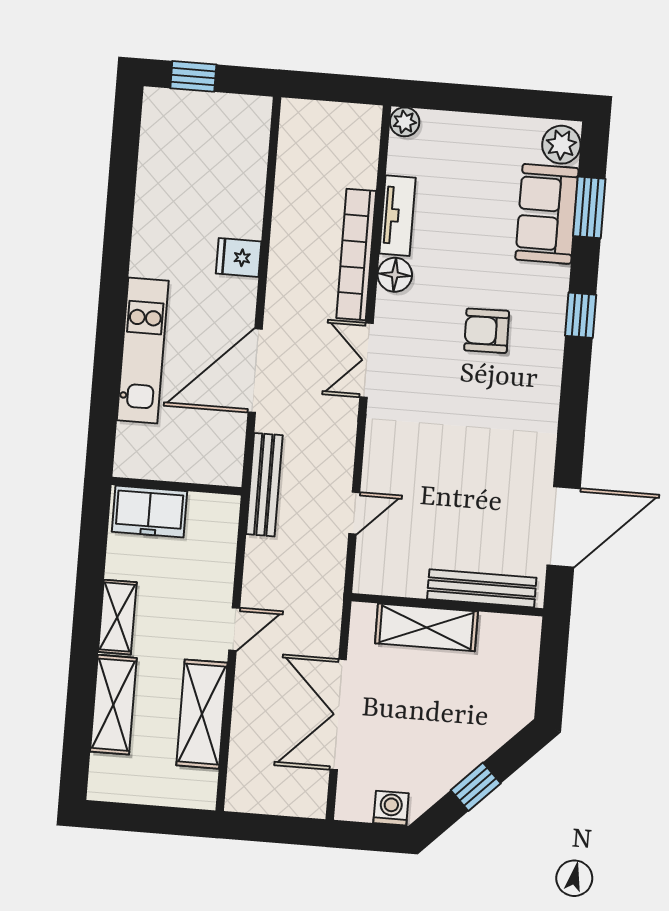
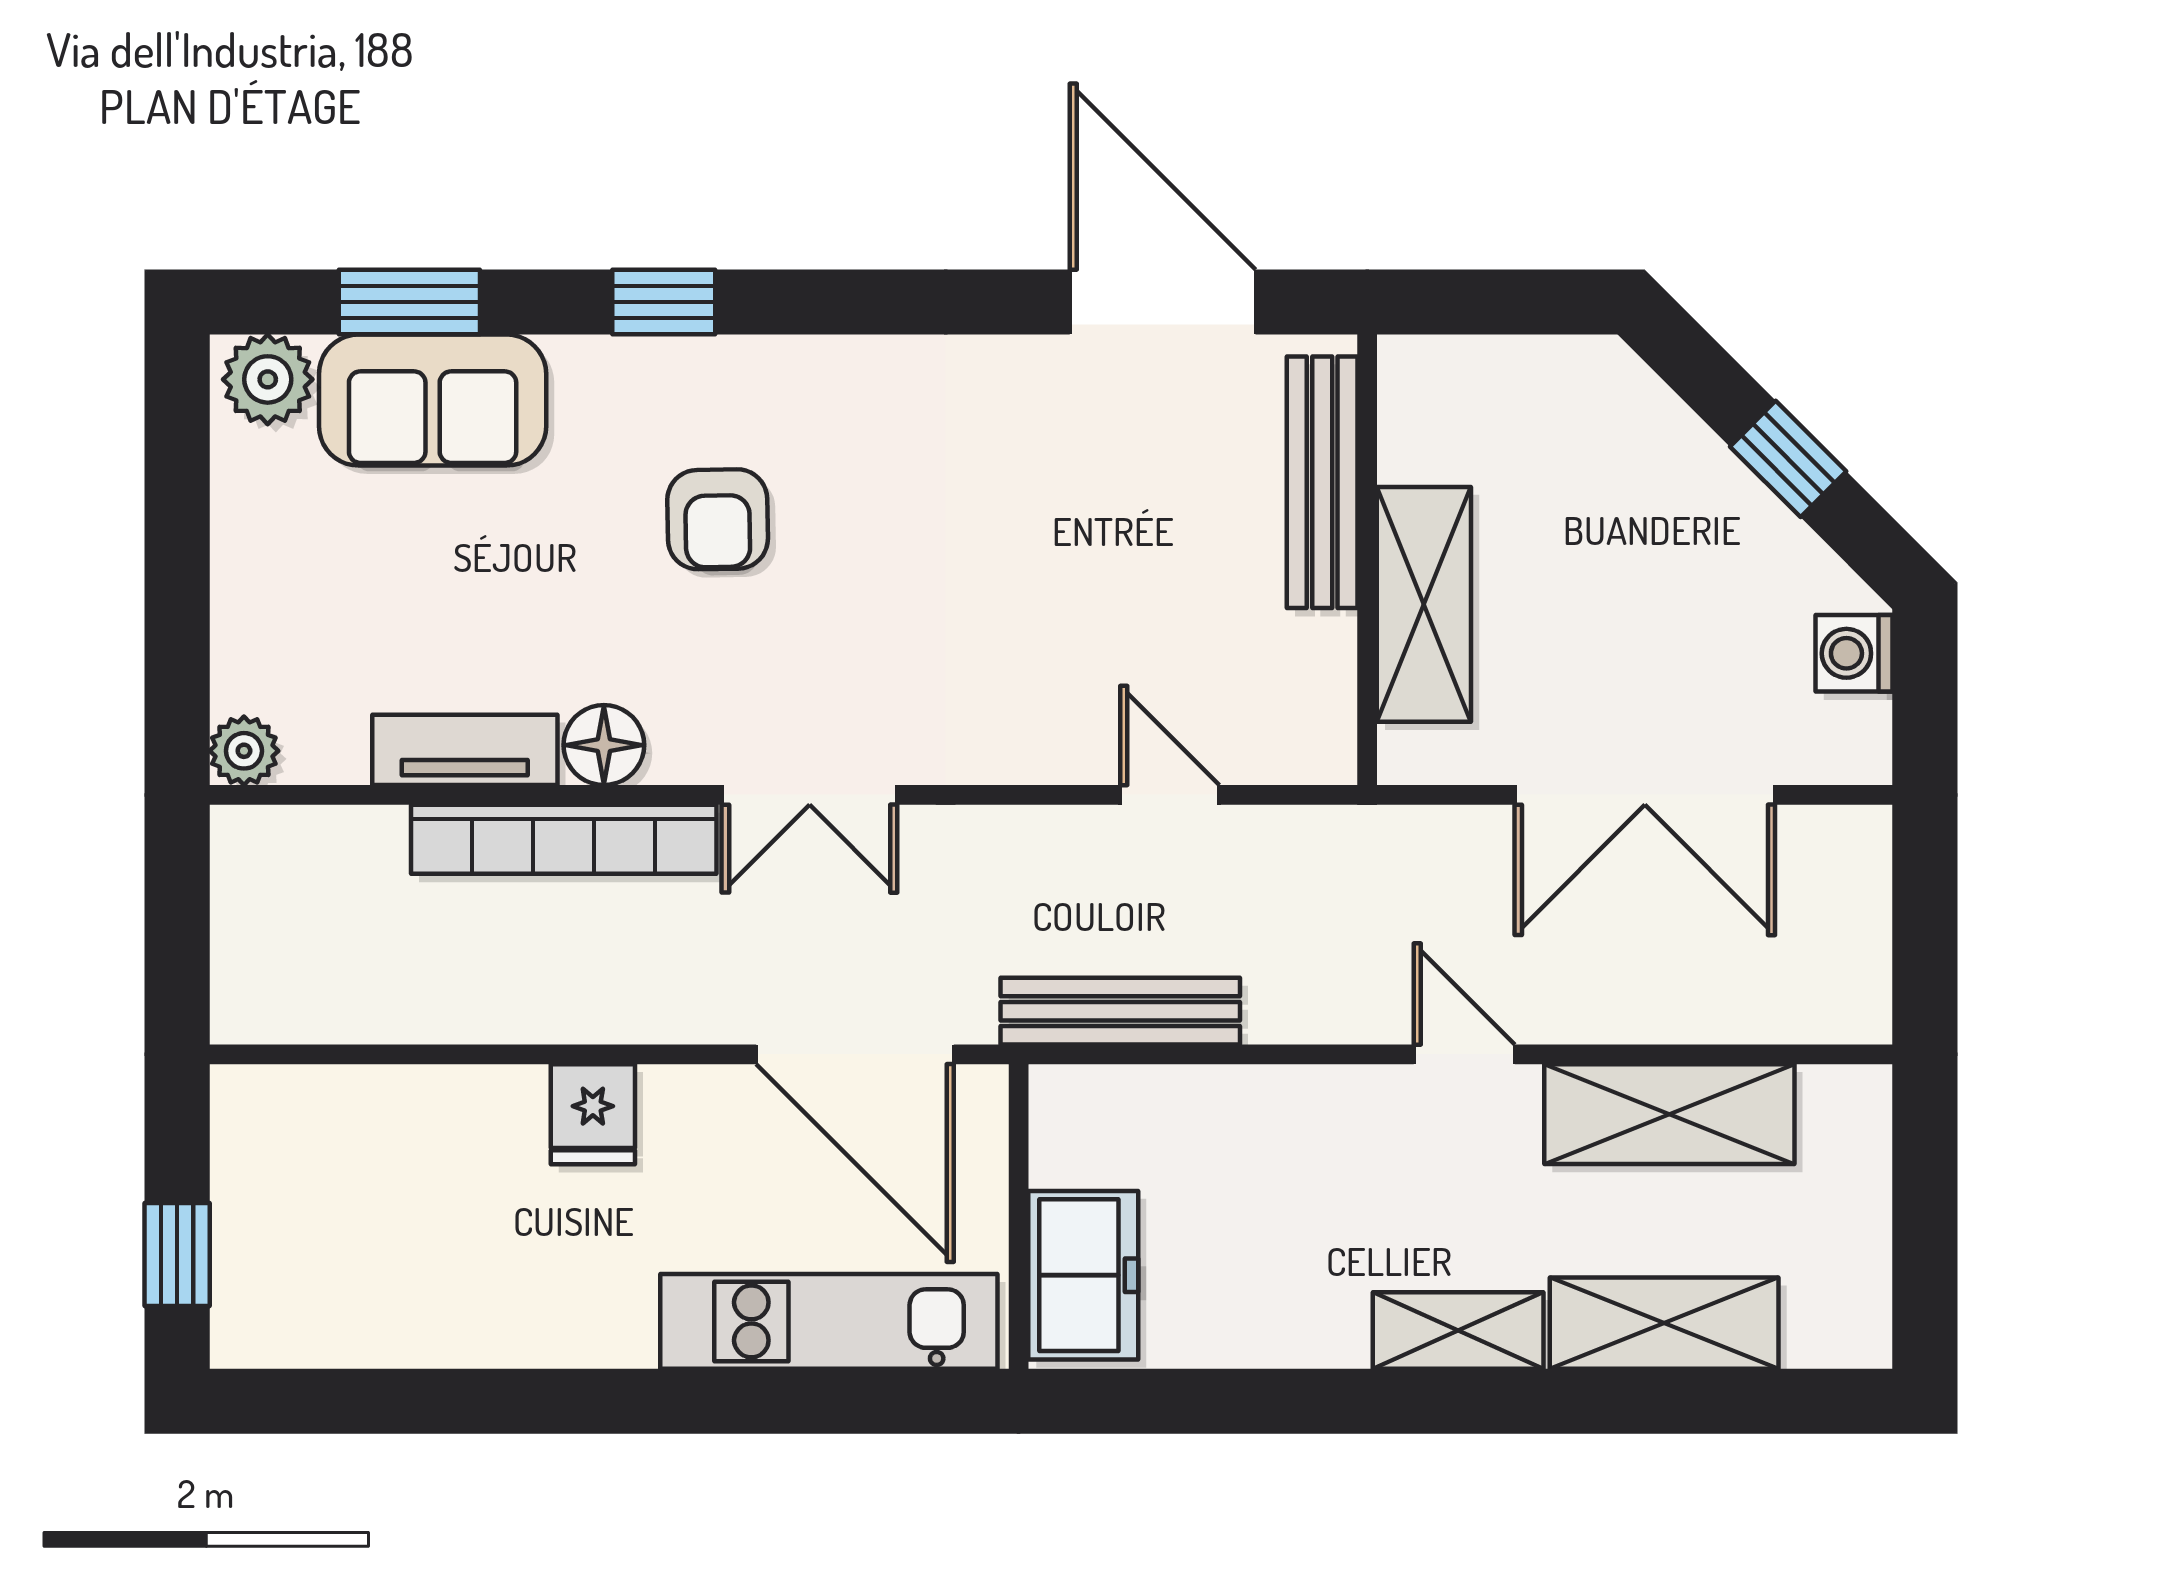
wall: (177, 486) -> (1019, 1216), moved
freezer: (149, 512) -> (1083, 1275), moved

